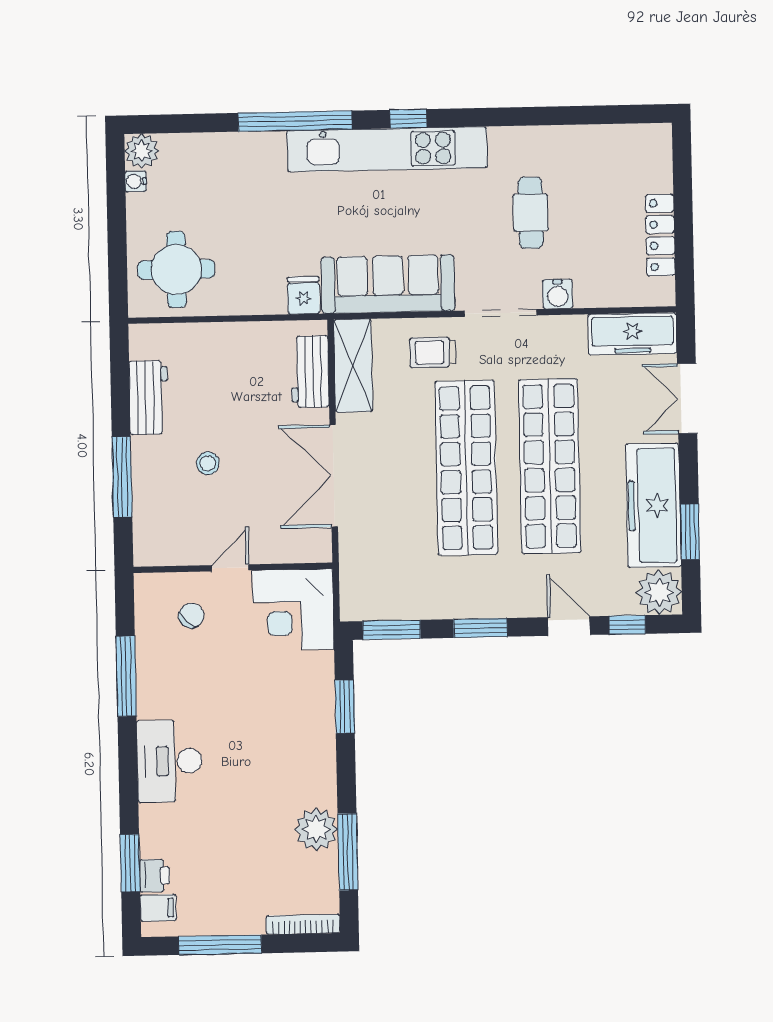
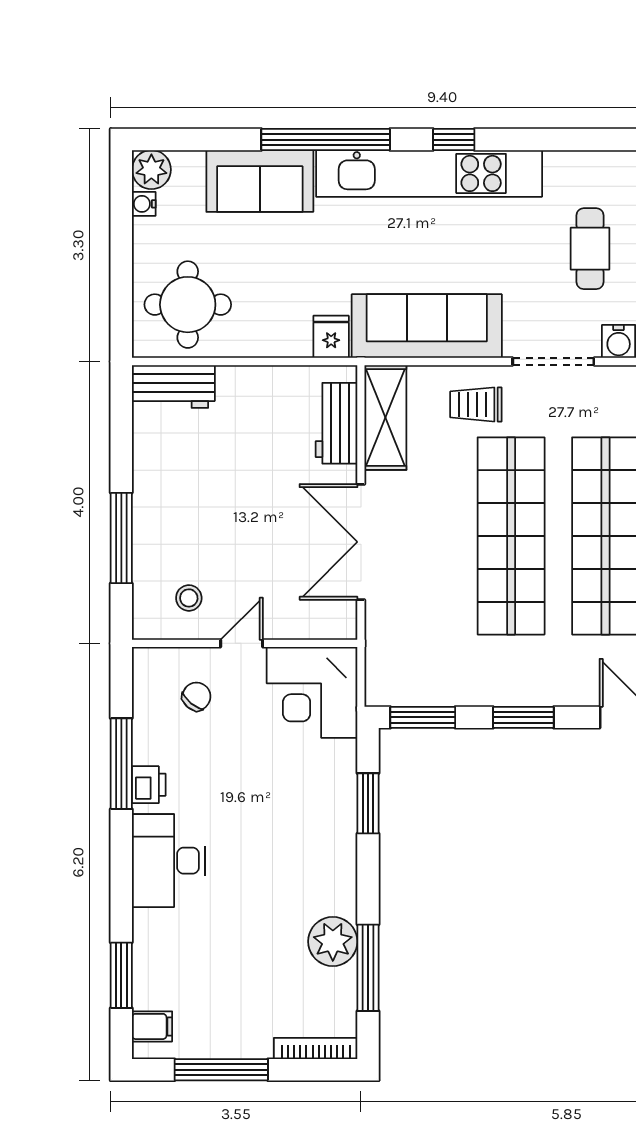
sofa: (238, 159) -> (260, 181), added
workbench: (149, 398) -> (173, 386), moved, turned 90
stool: (208, 463) -> (189, 598), moved
printer: (155, 876) -> (149, 785), moved

